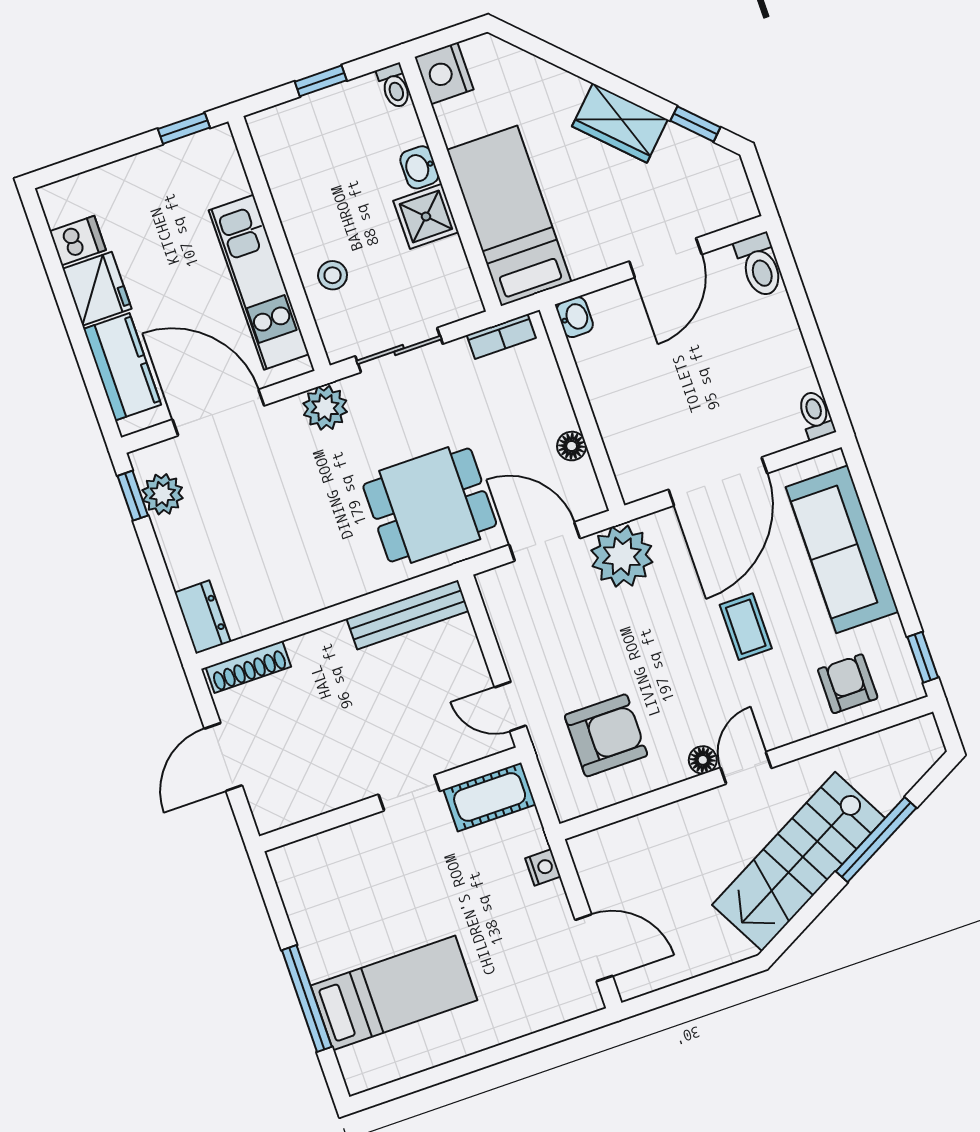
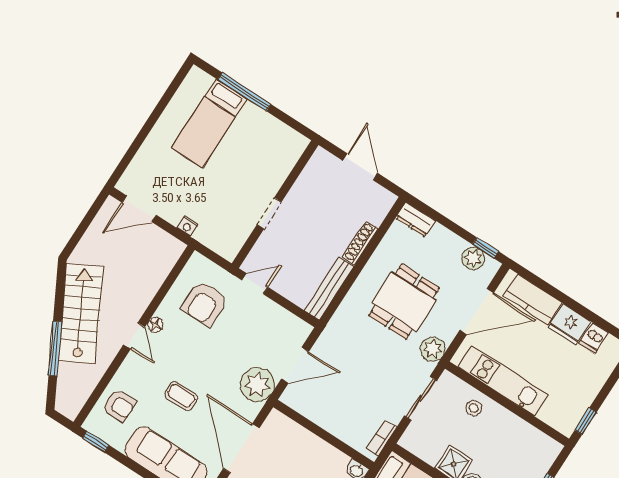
floor lamp: (572, 446) -> (315, 415), removed
dining table: (430, 505) -> (404, 302), moved
shoe rack: (248, 667) -> (360, 243), moved
cot: (490, 797) -> (234, 238), removed

